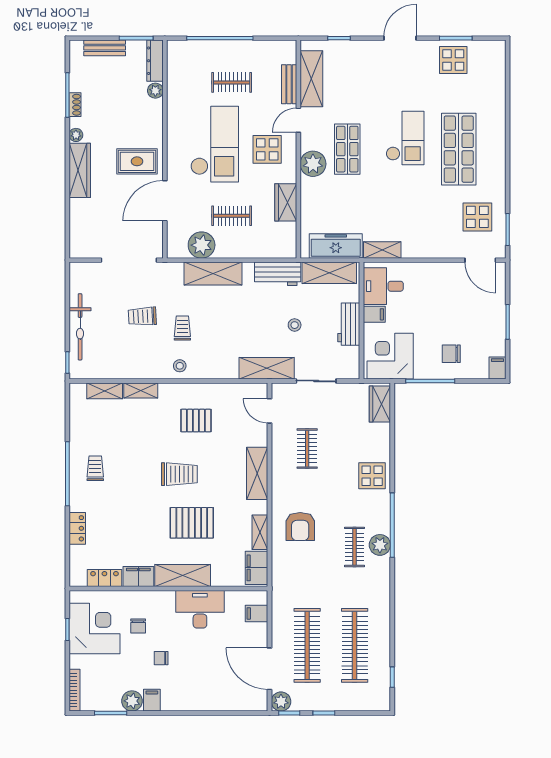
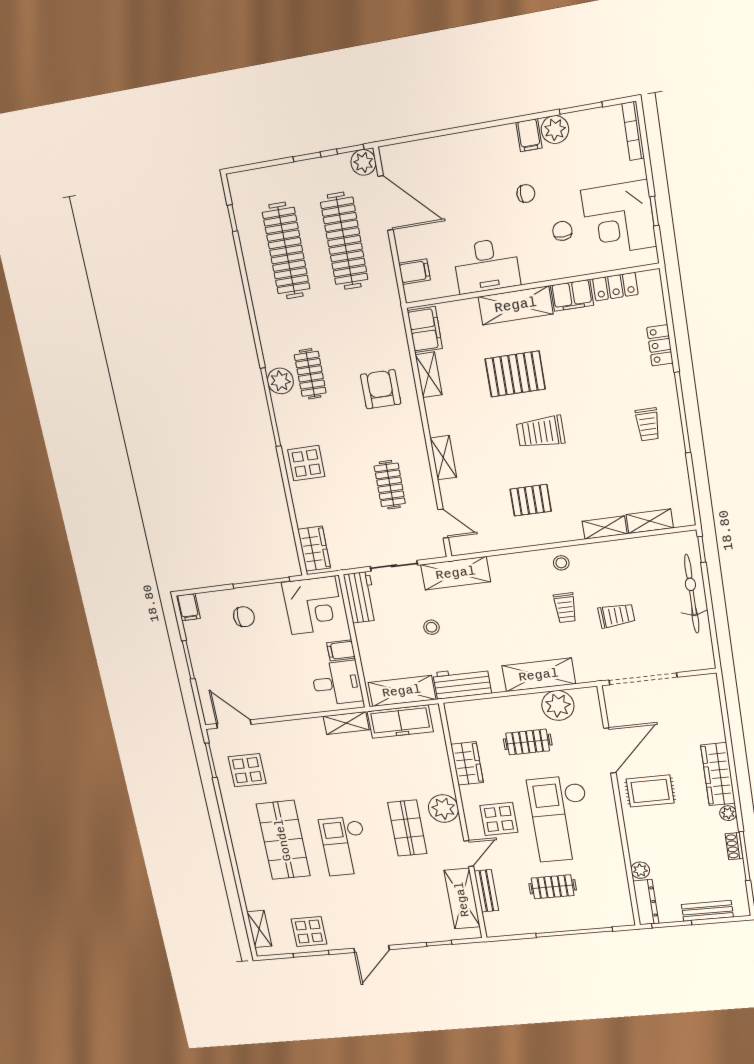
shelving: (498, 67) -> (259, 929), added
workbench: (349, 324) -> (361, 597), moved
shelving: (257, 473) -> (443, 458), width x0.67, depth x0.75

